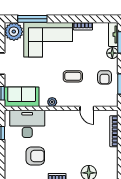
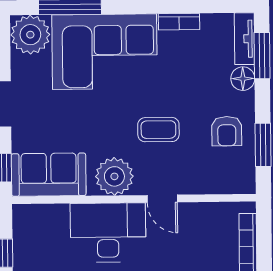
plant: (52, 102) -> (114, 176), width x1.88, depth x1.88
door: (87, 108) -> (162, 199), moved
desk: (27, 124) -> (108, 232), moved

